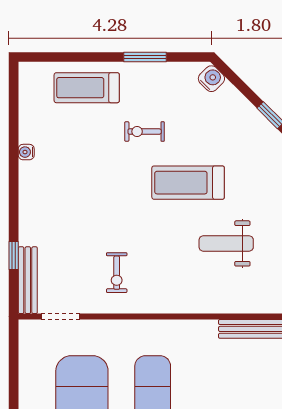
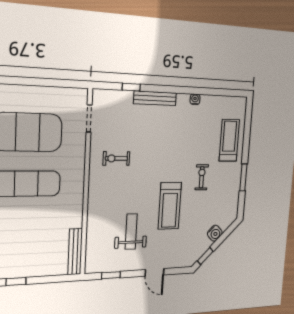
water cooler: (211, 79) -> (215, 233), moved
treadmill: (188, 183) -> (170, 206), turned 180
bench: (28, 280) -> (155, 98), moved

